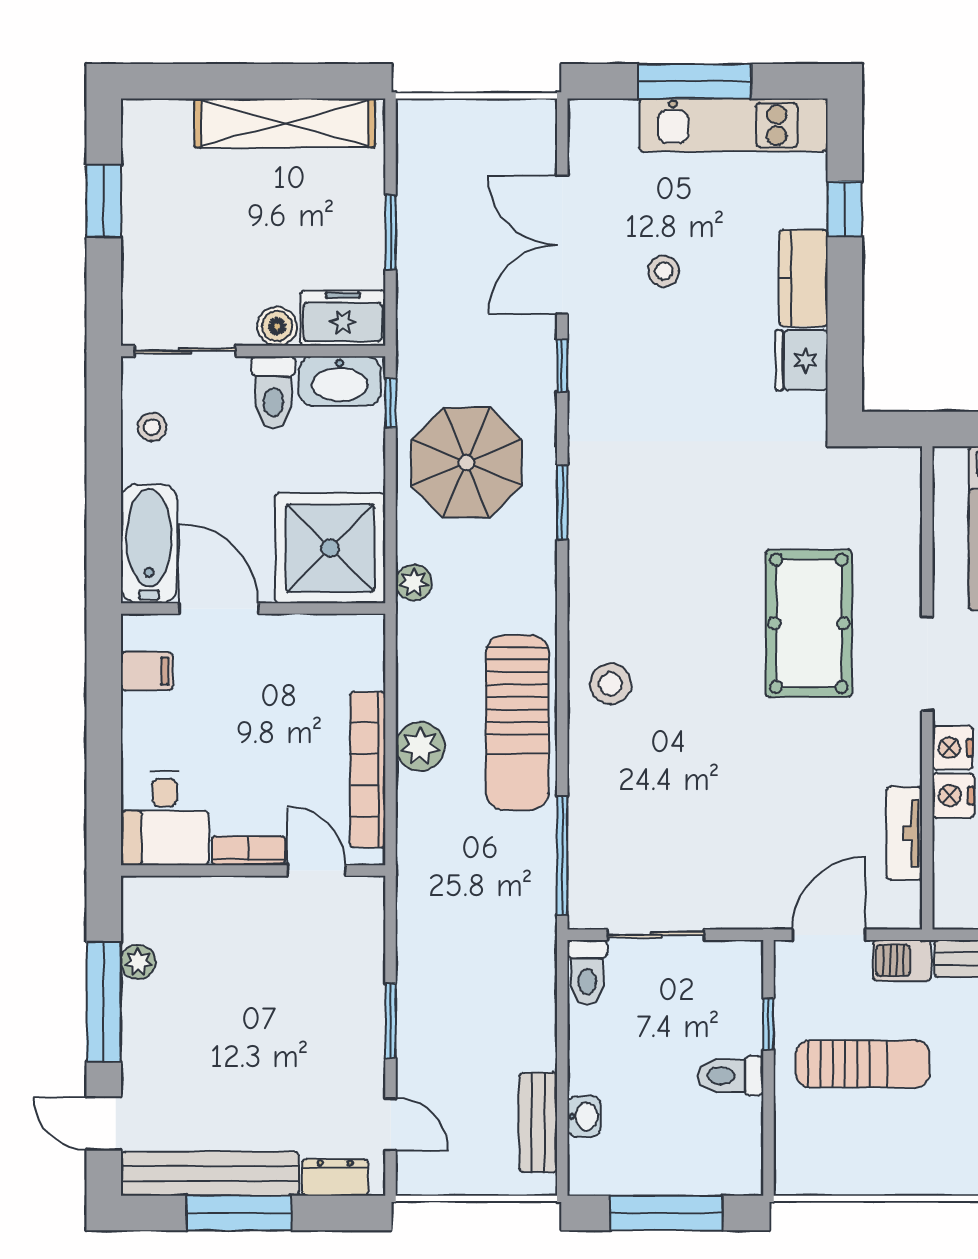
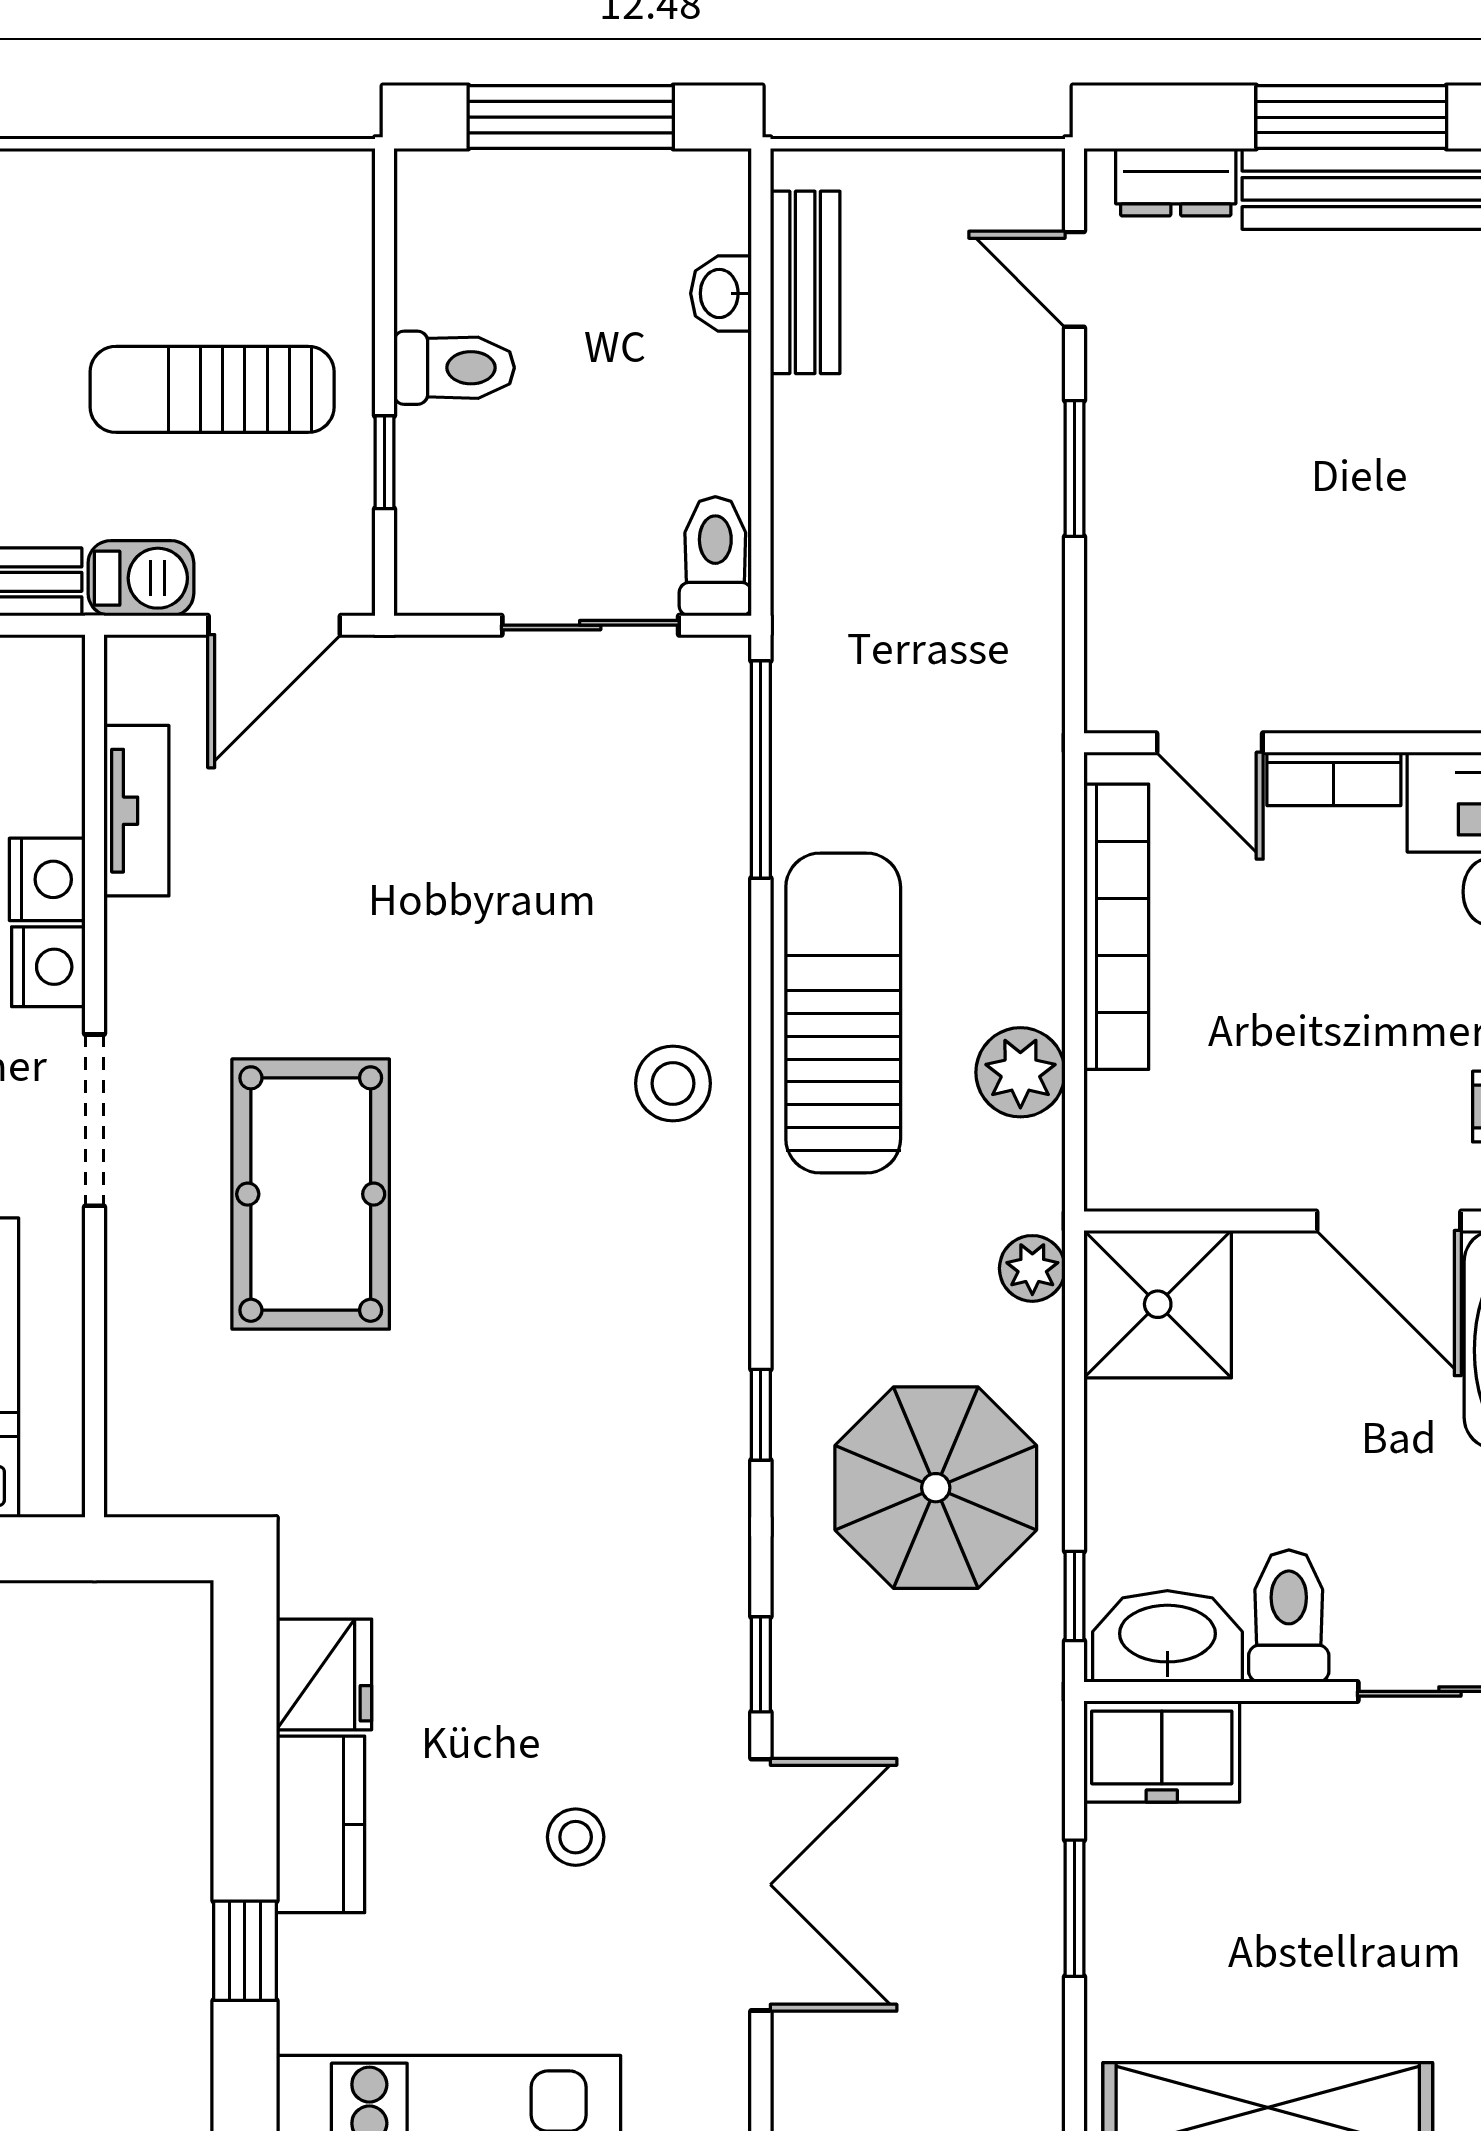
boiler: (277, 326) -> (1282, 1737), removed
window: (562, 502) -> (761, 1415), width x0.67
shower: (330, 548) -> (1158, 1304), width x0.73, depth x0.73
plant: (420, 746) -> (1020, 1072), moved

